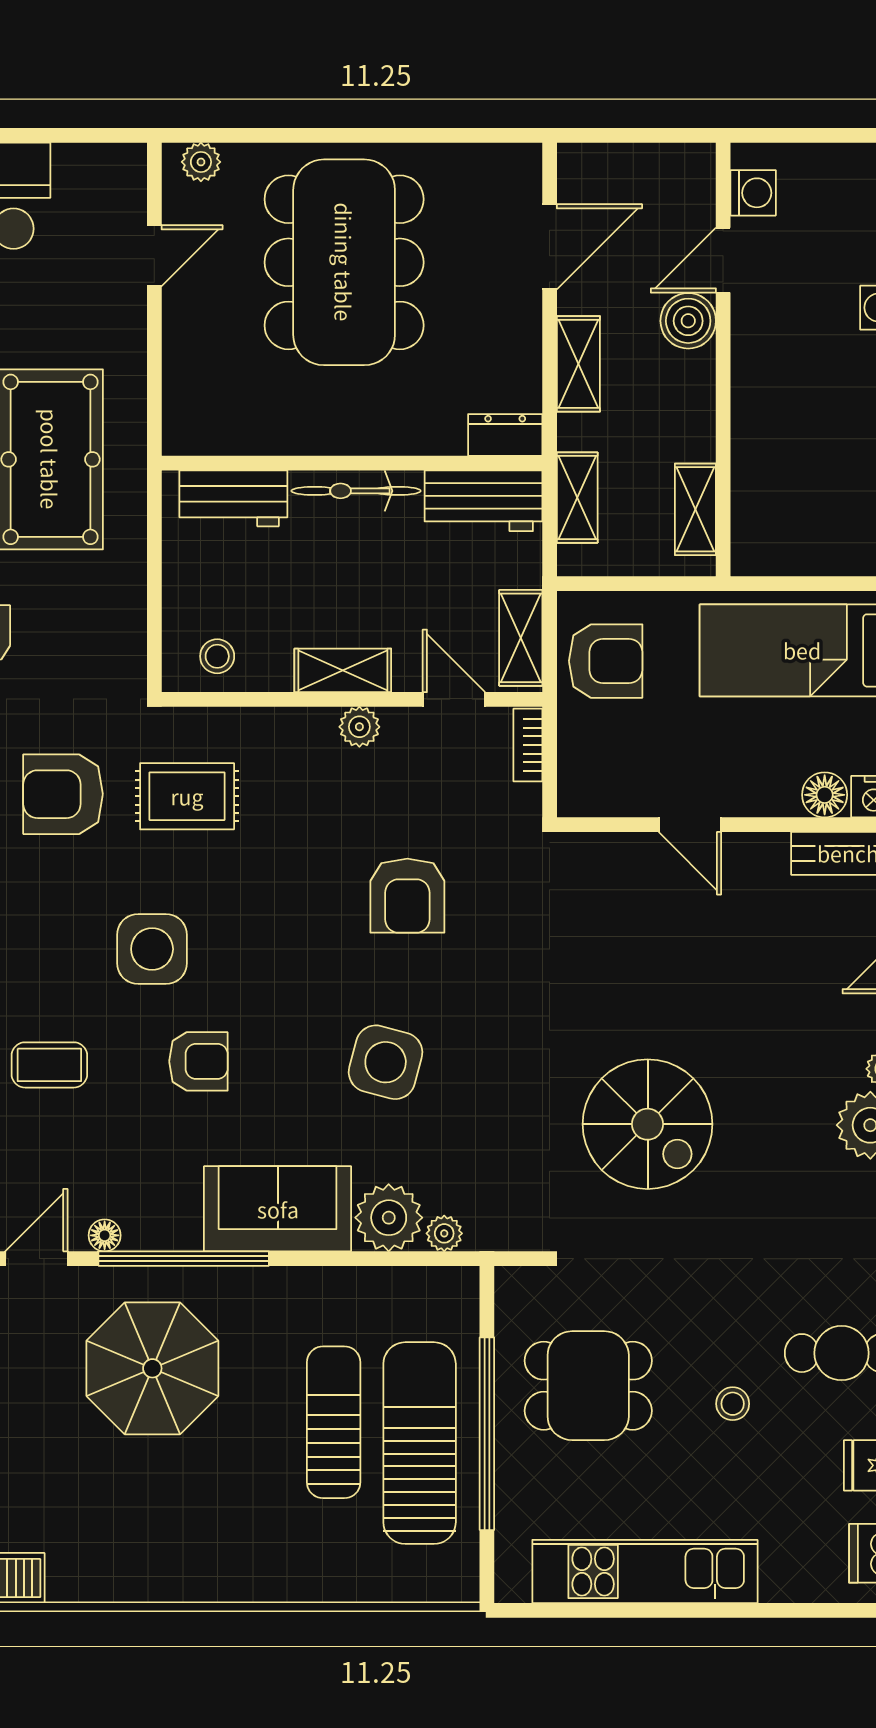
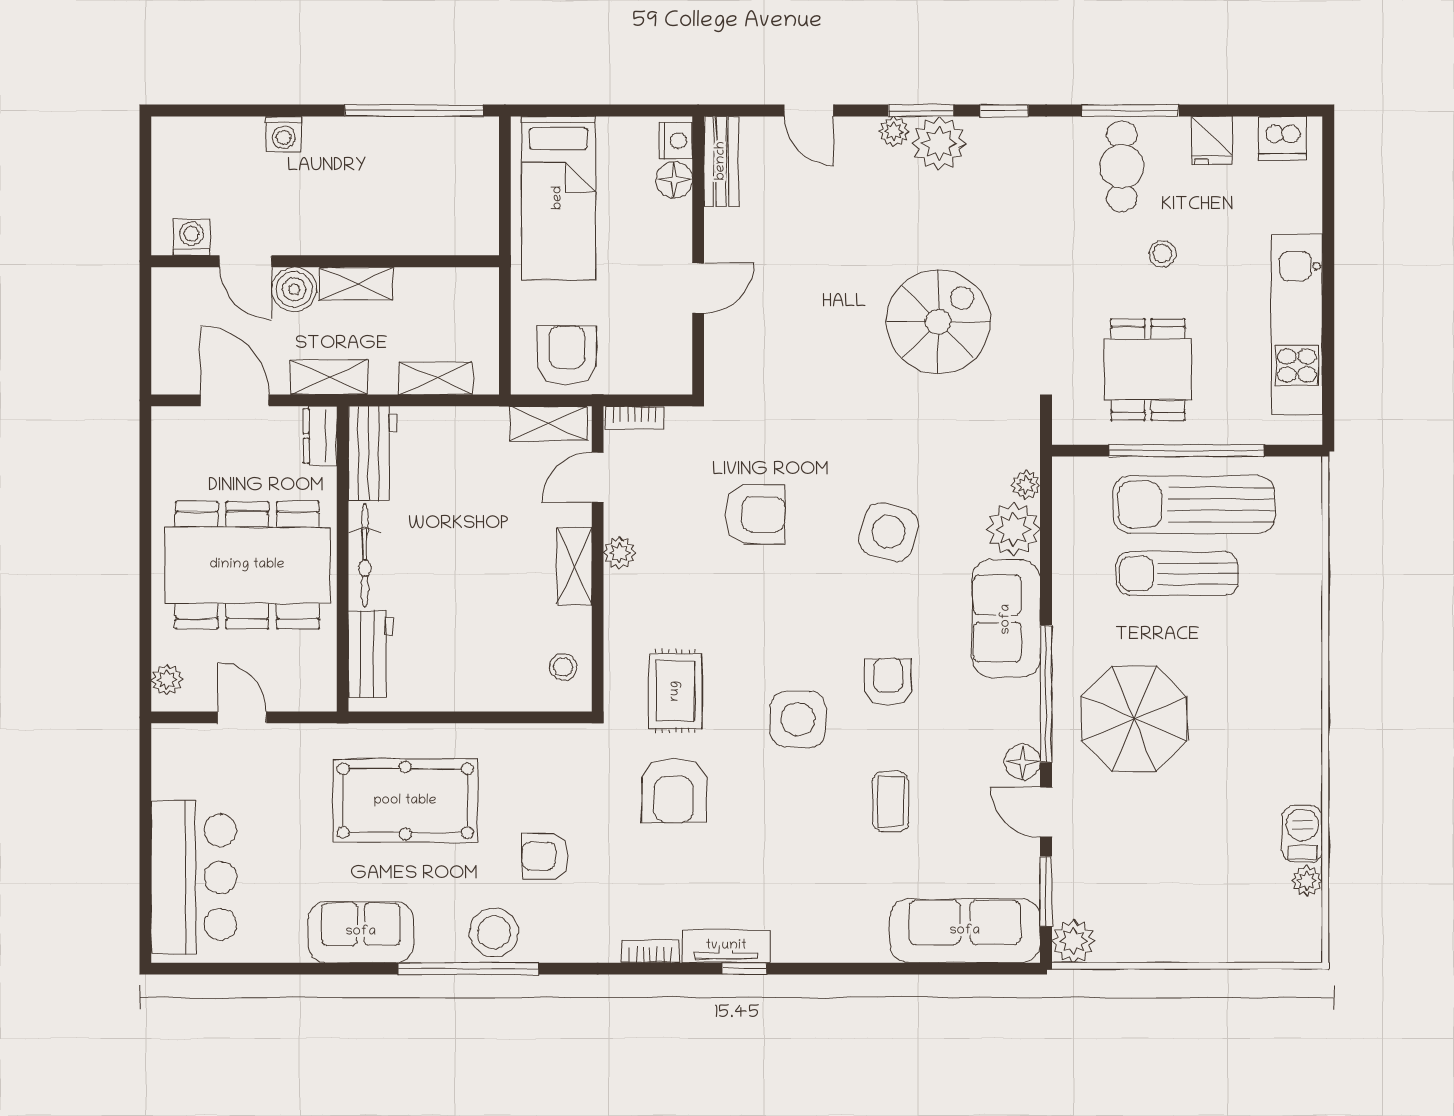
dresser: (505, 435) -> (320, 436), moved
wall: (352, 463) -> (343, 559), moved
bicycle: (356, 491) -> (365, 556), moved
workbench: (233, 498) -> (371, 654), moved
workbench: (484, 501) -> (373, 453), moved
shelving: (695, 509) -> (356, 284), moved
floor lamp: (105, 1235) -> (1023, 762), width x1.37, depth x1.37

